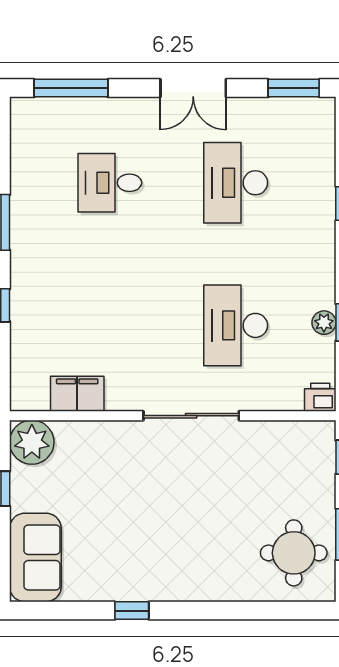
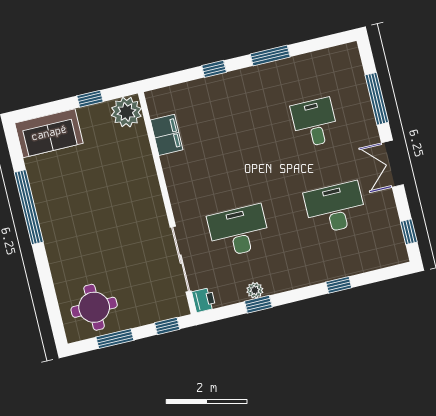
window: (71, 88) -> (377, 99), moved
window: (294, 88) -> (409, 232), width x0.67
sliding door: (191, 416) -> (181, 259), moved
window: (132, 611) -> (29, 207), width x3.17

